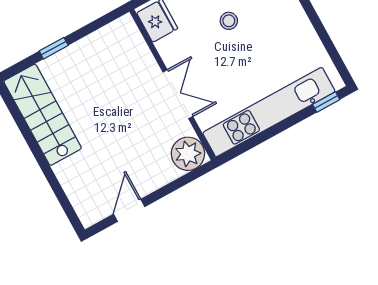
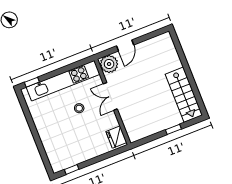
stool: (229, 21) -> (79, 108), moved
door: (129, 210) -> (125, 45), moved

